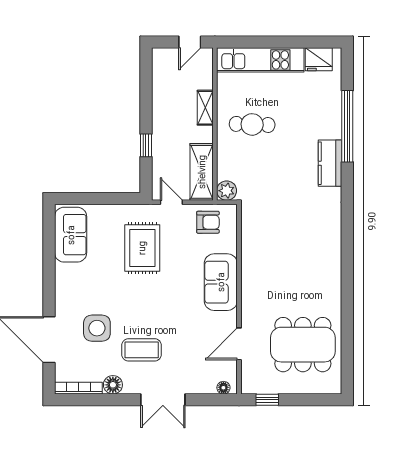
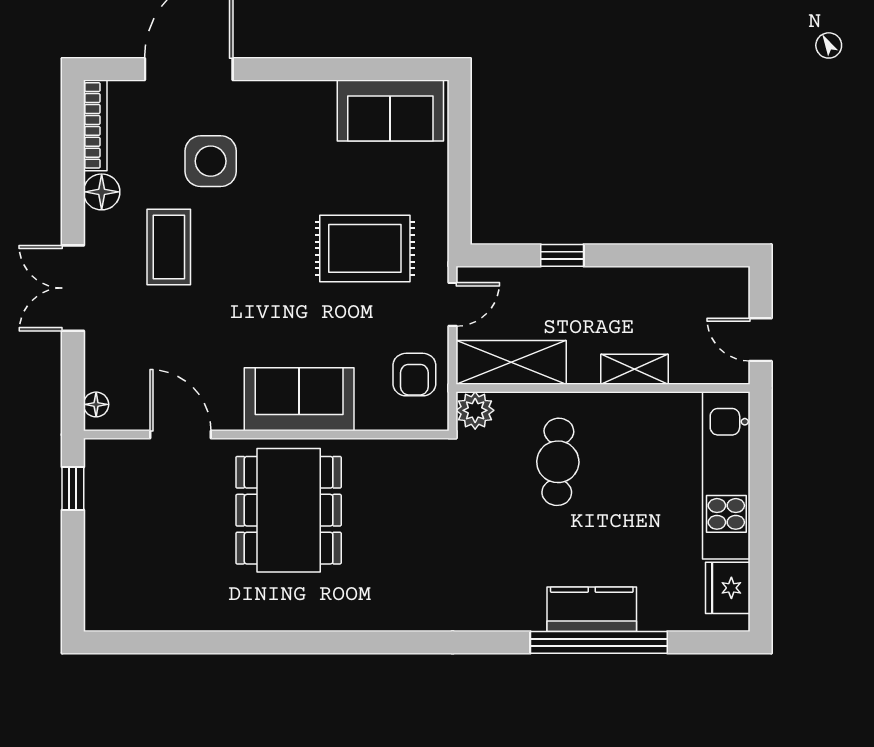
cafe table: (252, 124) -> (558, 462), moved
kitchen counter: (330, 163) -> (592, 609), moved
dining table: (303, 345) -> (289, 510), moved

